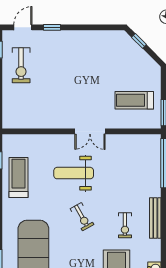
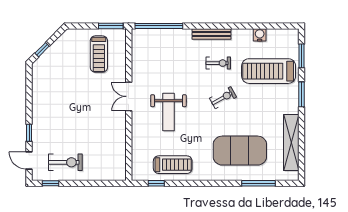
double door: (90, 131) -> (129, 96), swing flipped
treadmill: (19, 178) -> (173, 165), turned 180
exercise bike: (82, 217) -> (223, 98), moved

